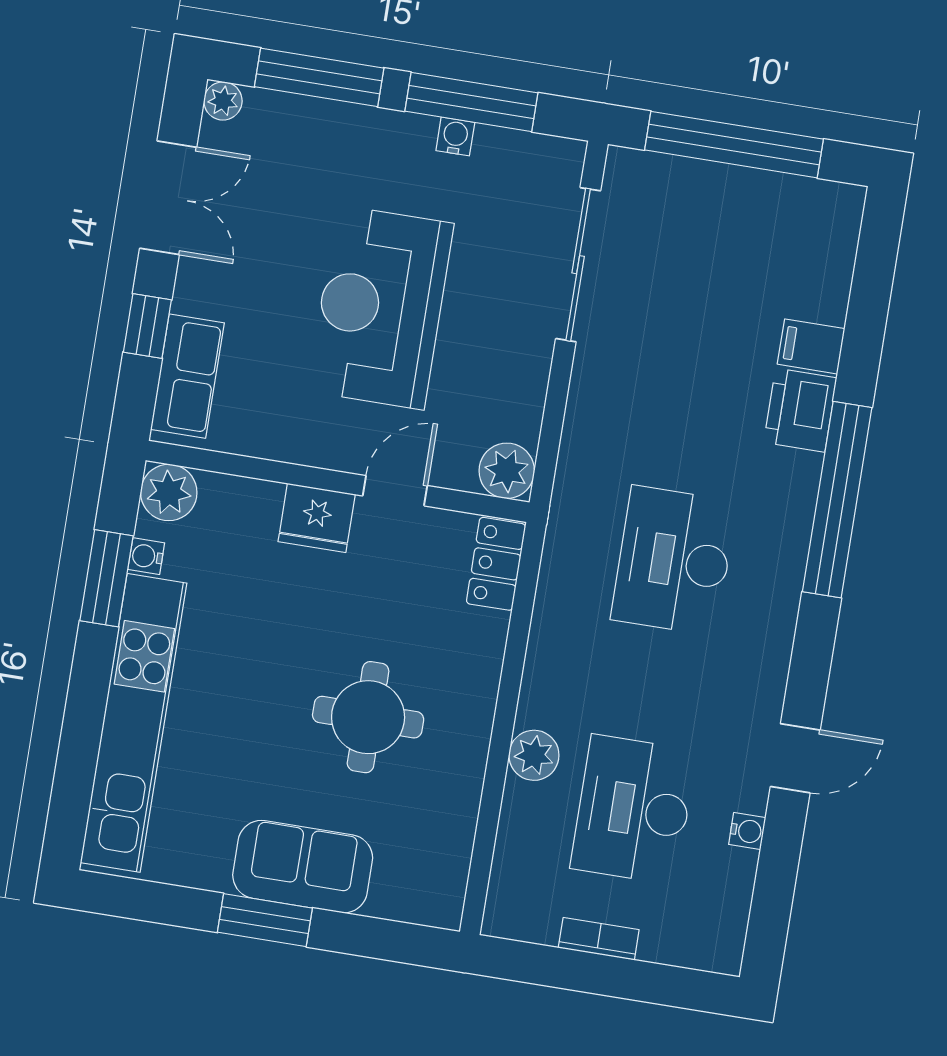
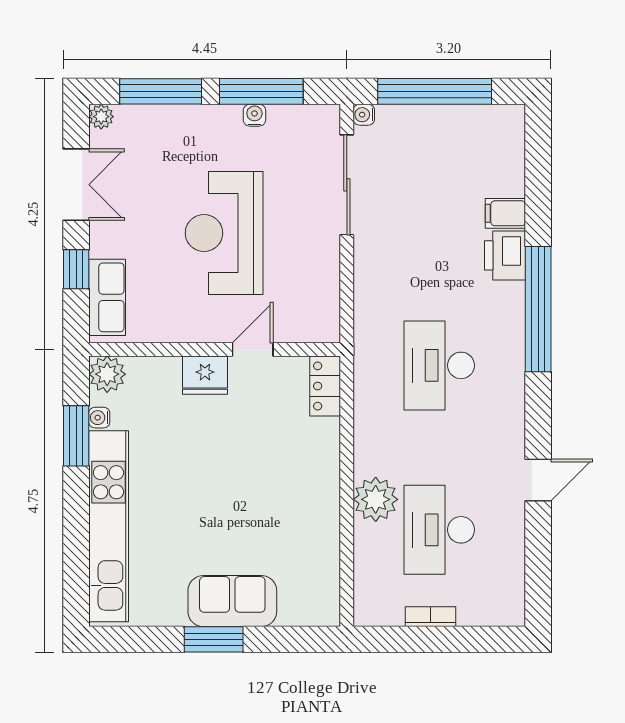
plant: (507, 471) -> (322, 325), removed
round table: (368, 717) -> (259, 498), removed
plant: (534, 755) -> (376, 499), width x1.36, depth x1.36
water cooler: (747, 831) -> (364, 115), moved, turned 180

